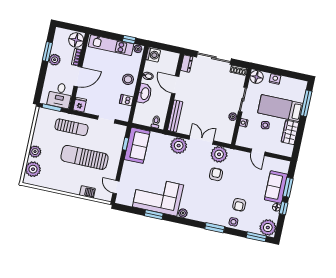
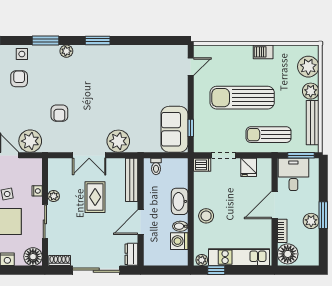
window: (47, 52) -> (323, 215), moved
washing machine: (153, 55) -> (179, 241), moved
door: (175, 85) -> (141, 222), swing flipped
dishwasher: (126, 100) -> (202, 165), moved
fridge: (80, 105) -> (249, 167), moved
rug: (204, 110) -> (95, 197), added
bench: (39, 129) -> (313, 123), added
plant: (219, 154) -> (30, 141), moved
sun lounger: (85, 157) -> (242, 98), turned 180
door: (116, 187) -> (191, 67), hinge flipped
barbecue: (87, 192) -> (263, 52), moved
corner sofa: (158, 196) -> (132, 67), removed
plant: (183, 213) -> (66, 51), moved
window: (154, 215) -> (98, 40), moved

